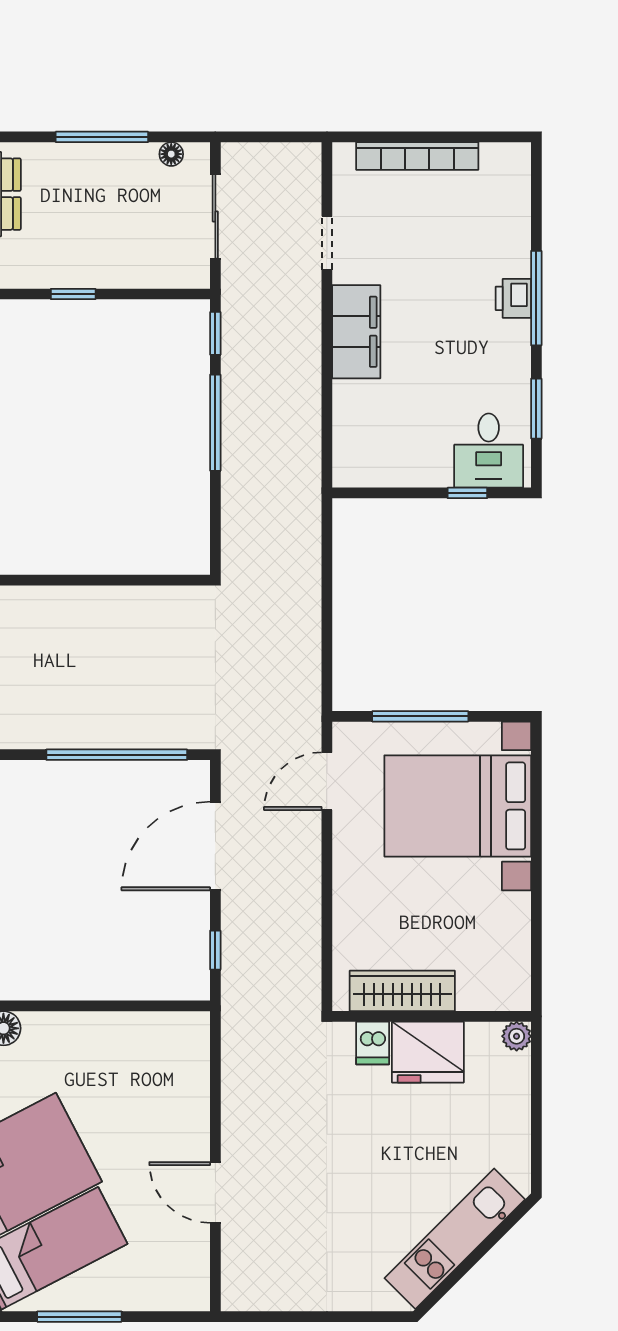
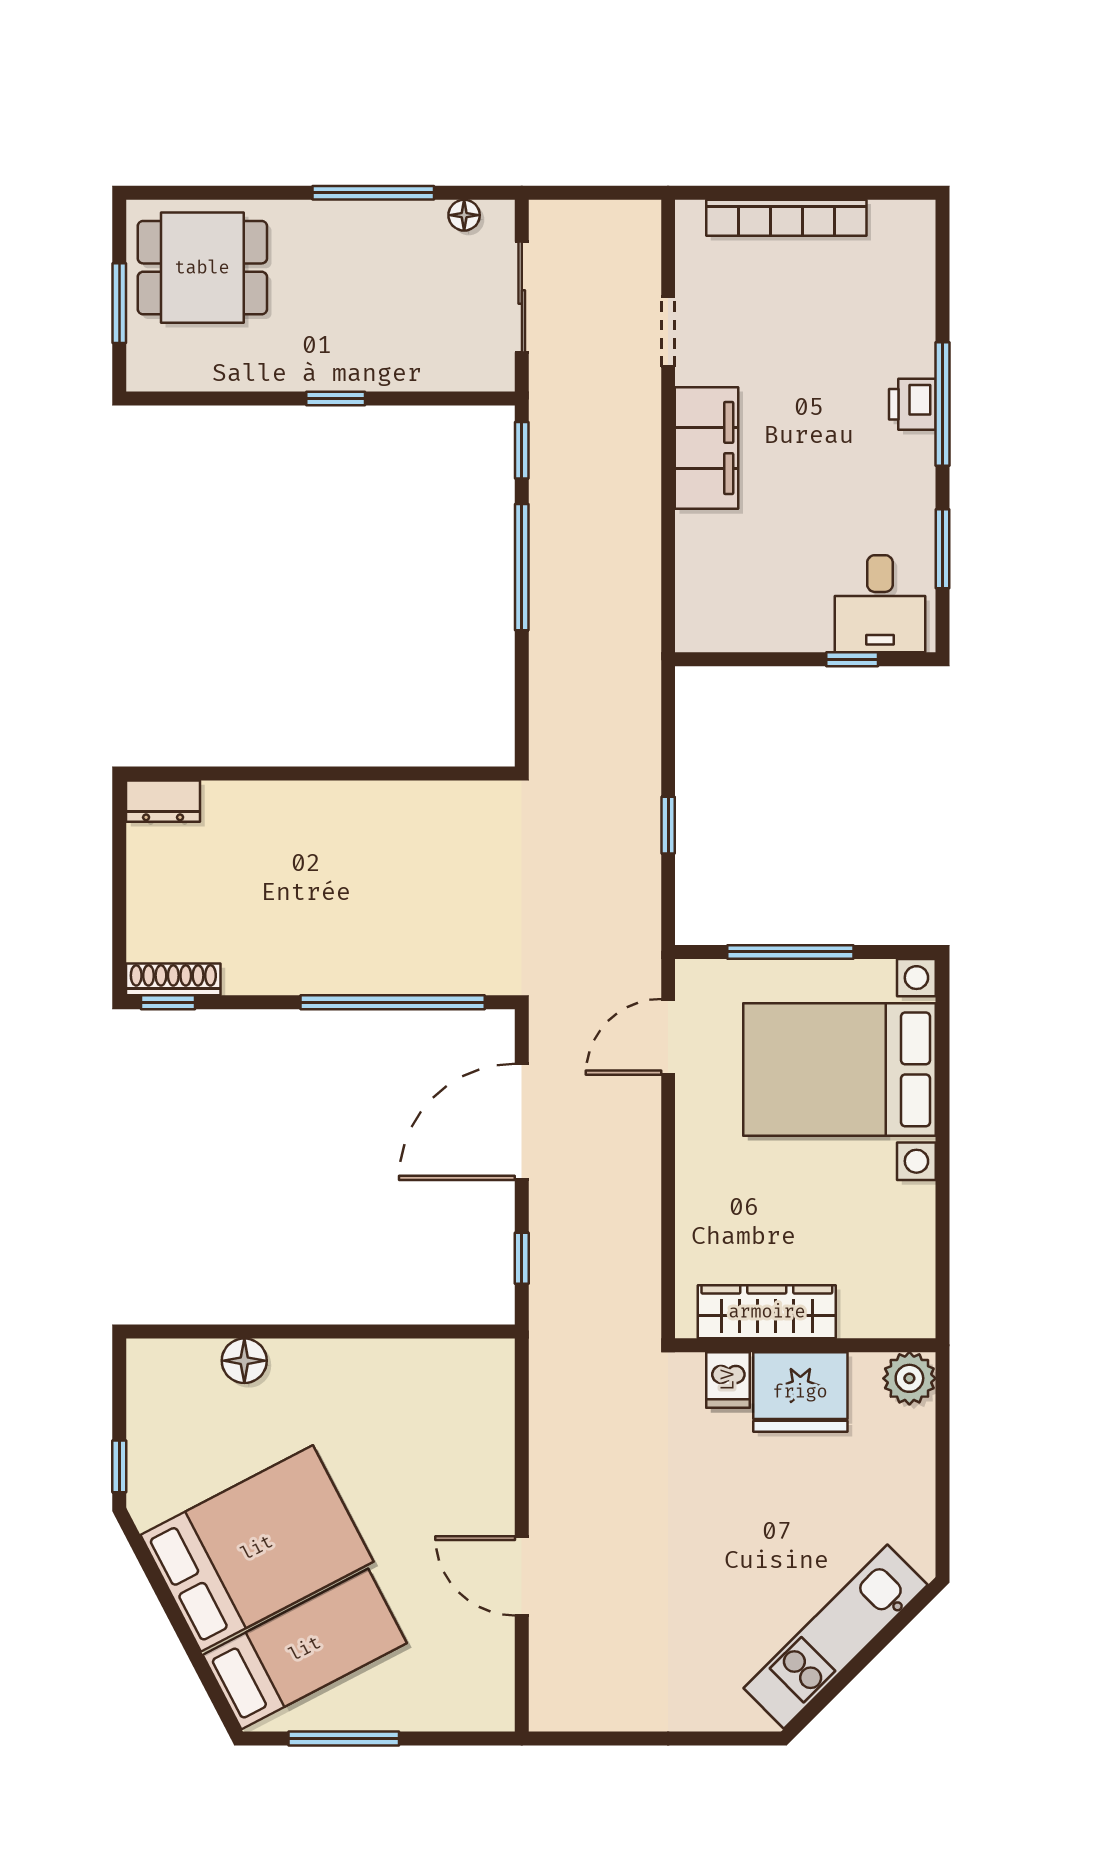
window: (327, 620) -> (668, 825), added
plant: (517, 1036) -> (909, 1378), width x1.38, depth x1.38

